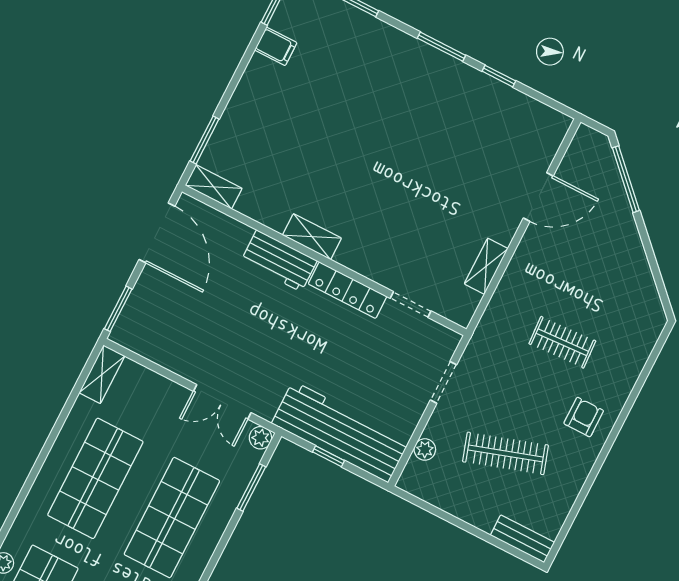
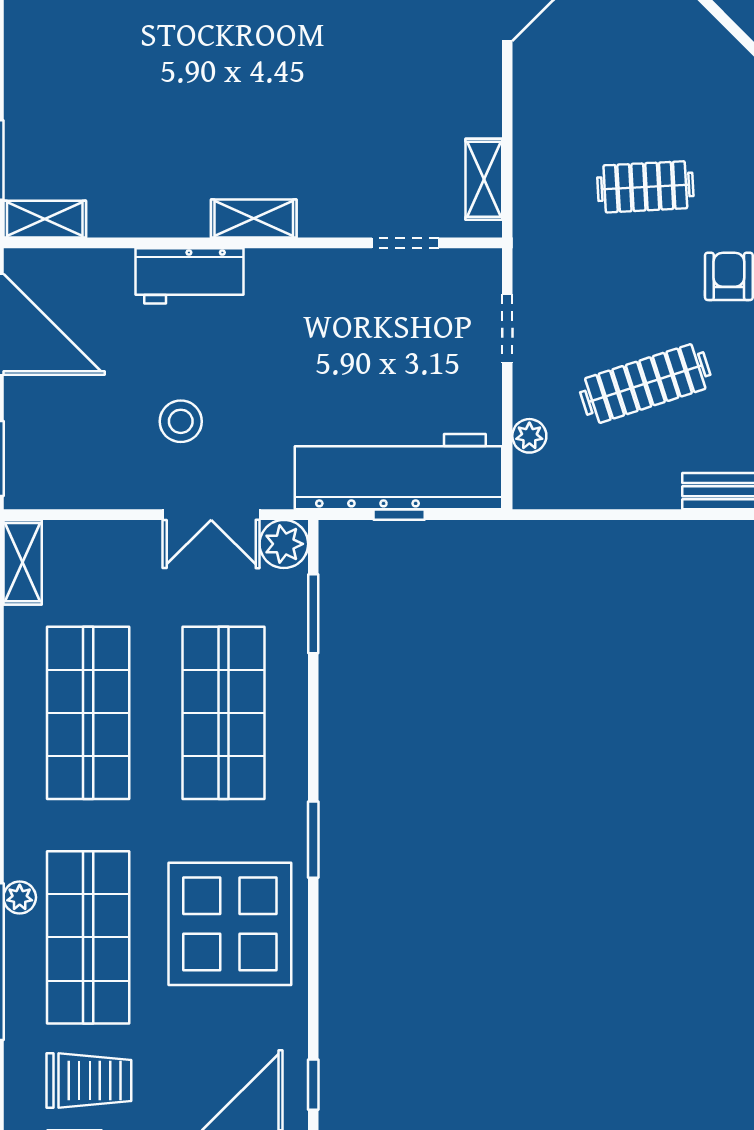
shelving: (312, 237) -> (254, 218), moved
shelving: (486, 266) -> (484, 179), moved
locker: (348, 290) -> (307, 268), removed
stool: (232, 340) -> (181, 421), added
plant: (260, 438) -> (284, 544), width x1.38, depth x1.38

